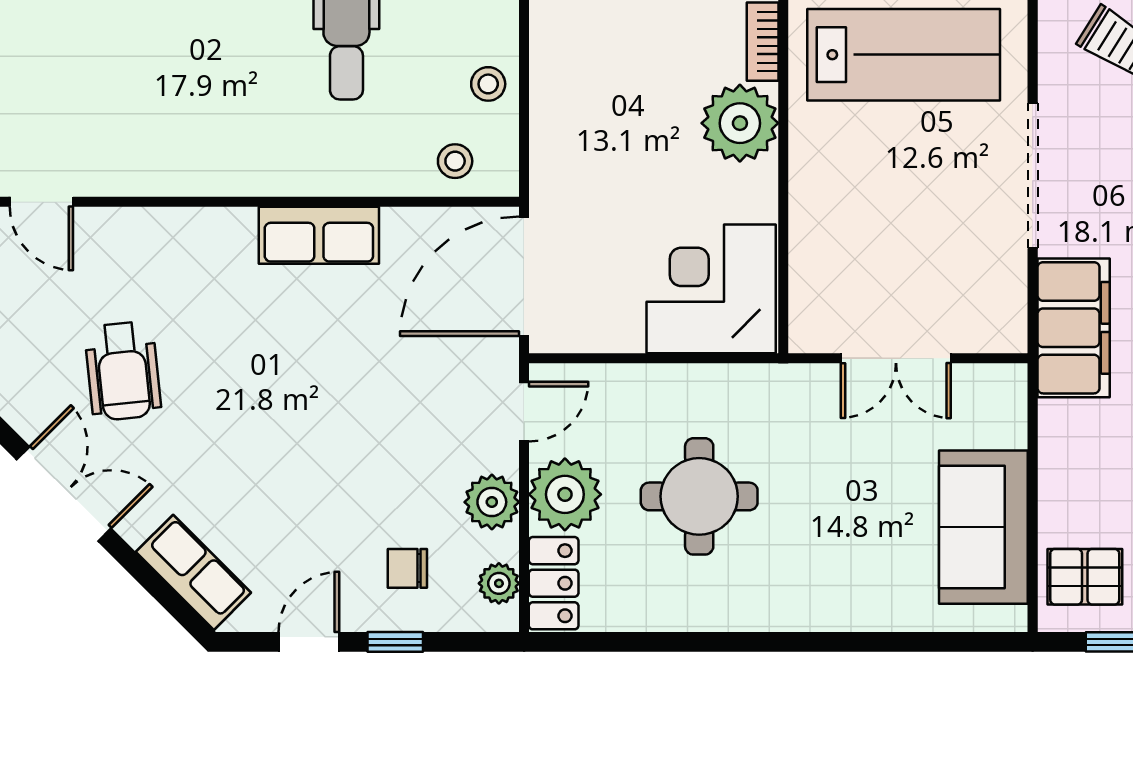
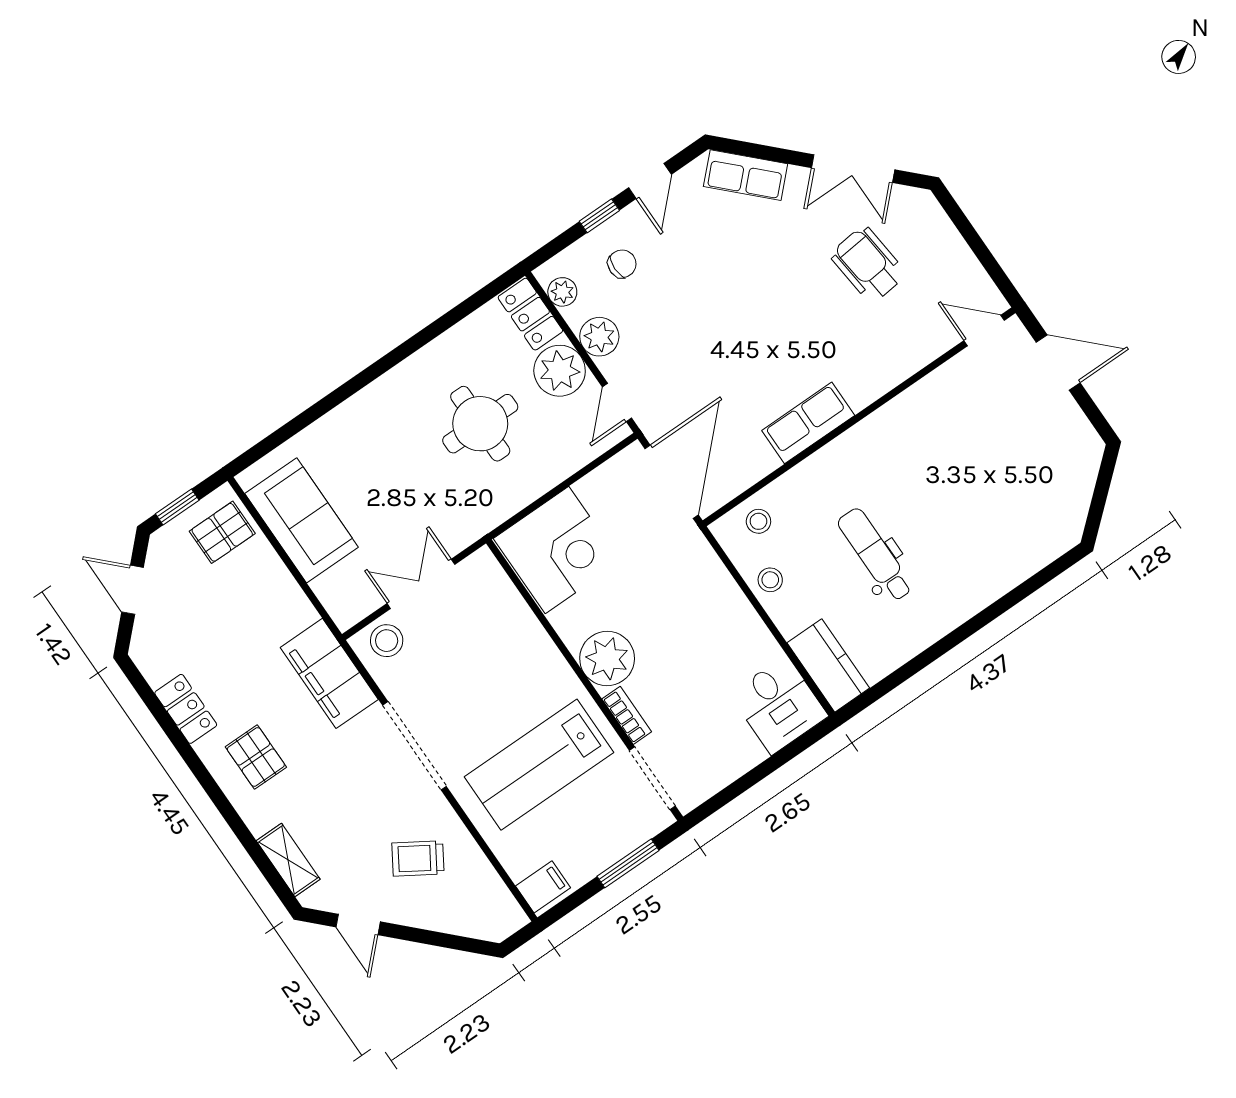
stool: (981, 320) -> (387, 641), added

